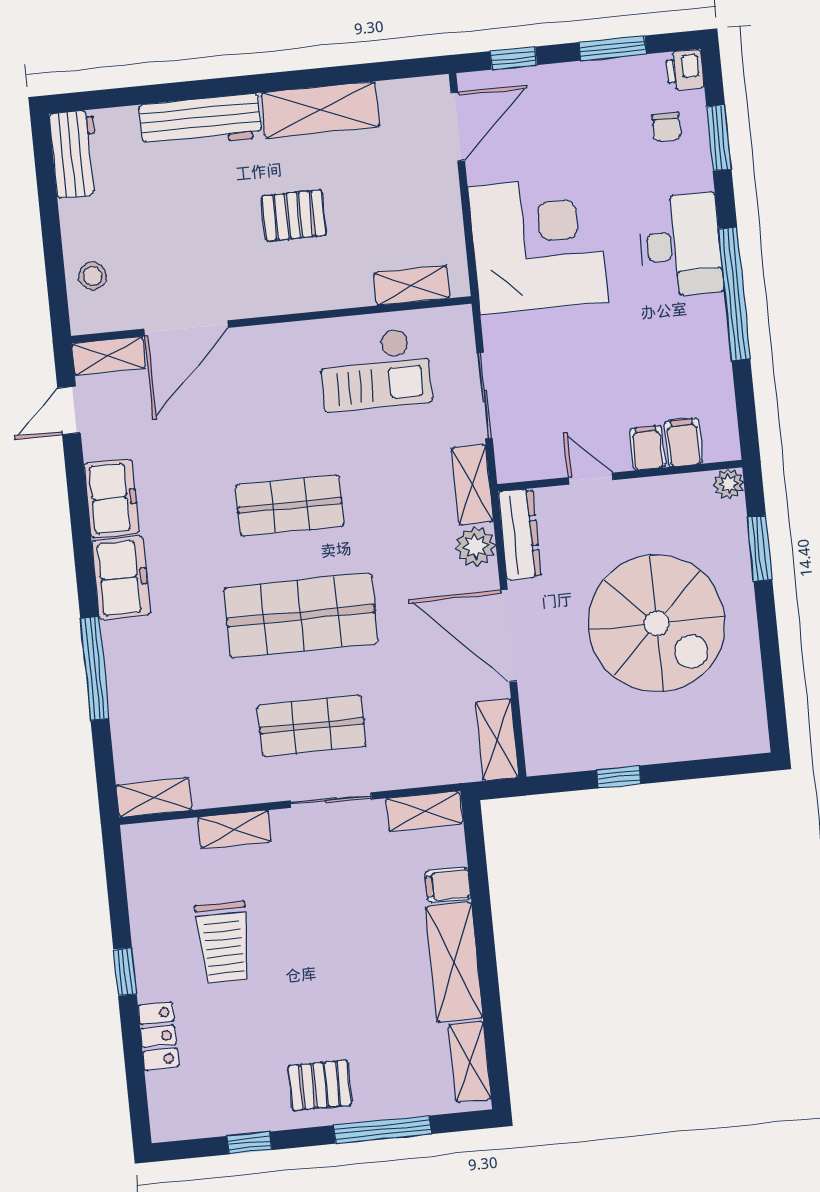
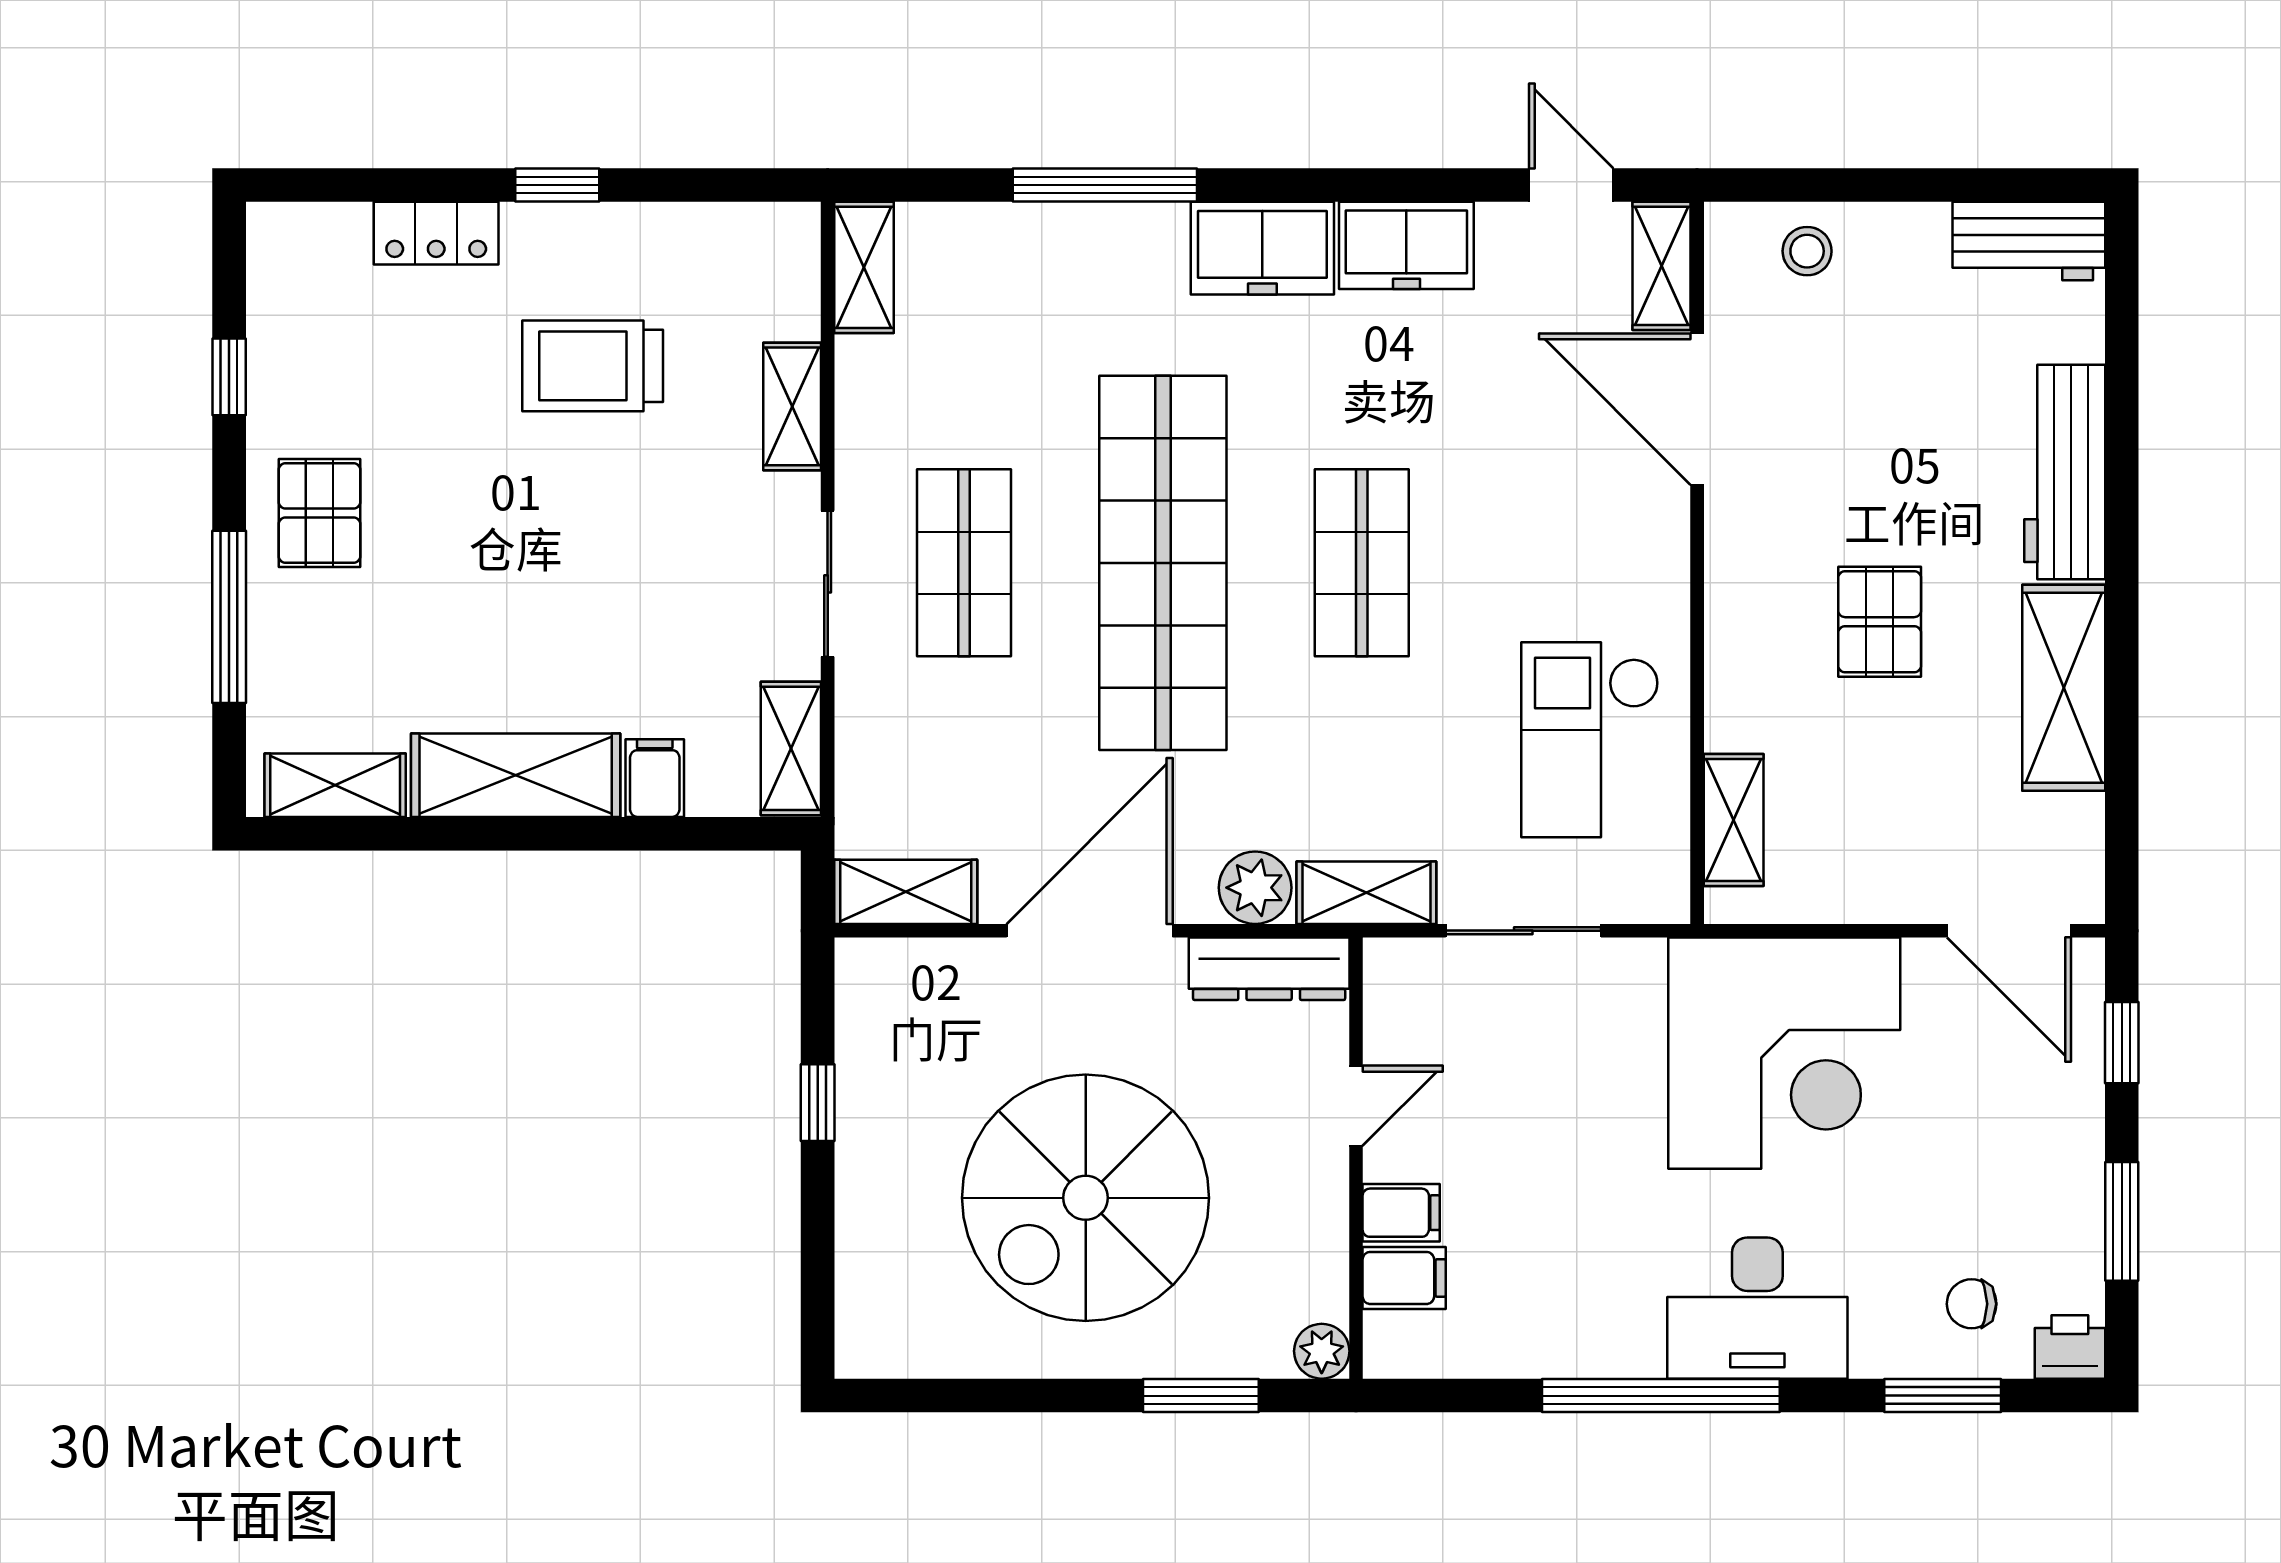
shop shelf: (301, 616) -> (1163, 563), width x1.40

